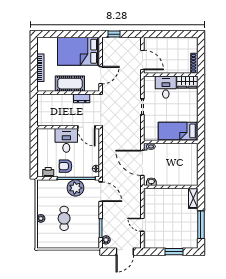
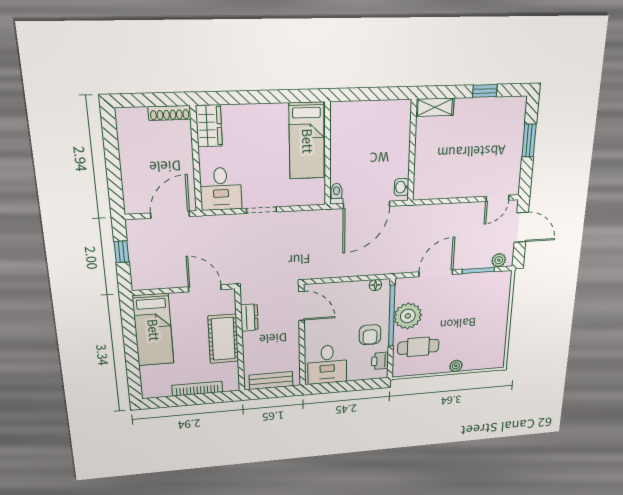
window: (114, 34) -> (121, 252), moved
bed: (78, 51) -> (153, 330), width x0.67
desk: (166, 87) -> (221, 189), moved, turned -90
bench: (42, 109) -> (271, 381), added
door: (86, 127) -> (301, 306), hinge flipped
desk: (66, 140) -> (327, 364), moved, turned -90
door: (101, 192) -> (436, 273), moved
cafe table: (64, 218) -> (418, 347), moved
door: (142, 225) -> (497, 198), moved
window: (201, 225) -> (485, 91), width x0.46

